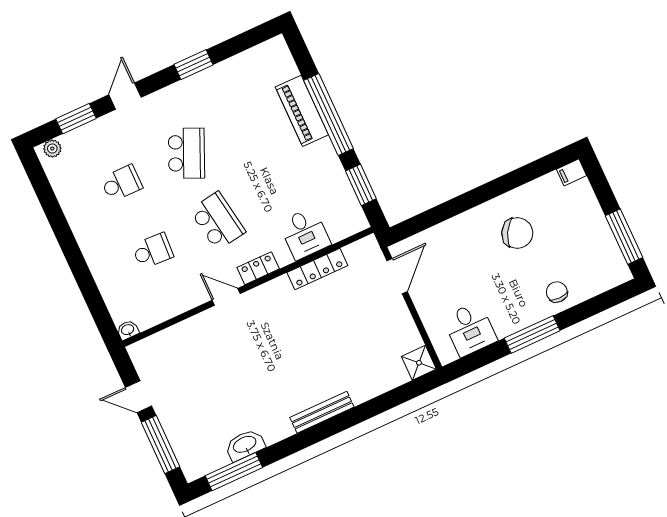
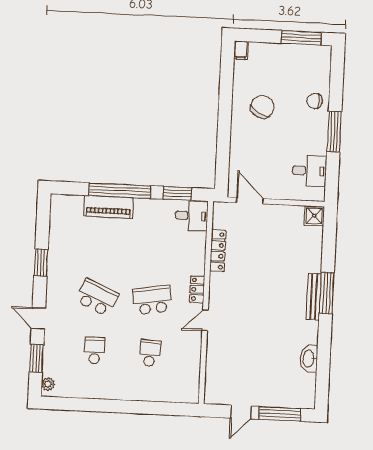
desk: (305, 233) -> (192, 216), moved
washbasin: (128, 330) -> (193, 396), removed
window: (234, 472) -> (327, 293), moved

